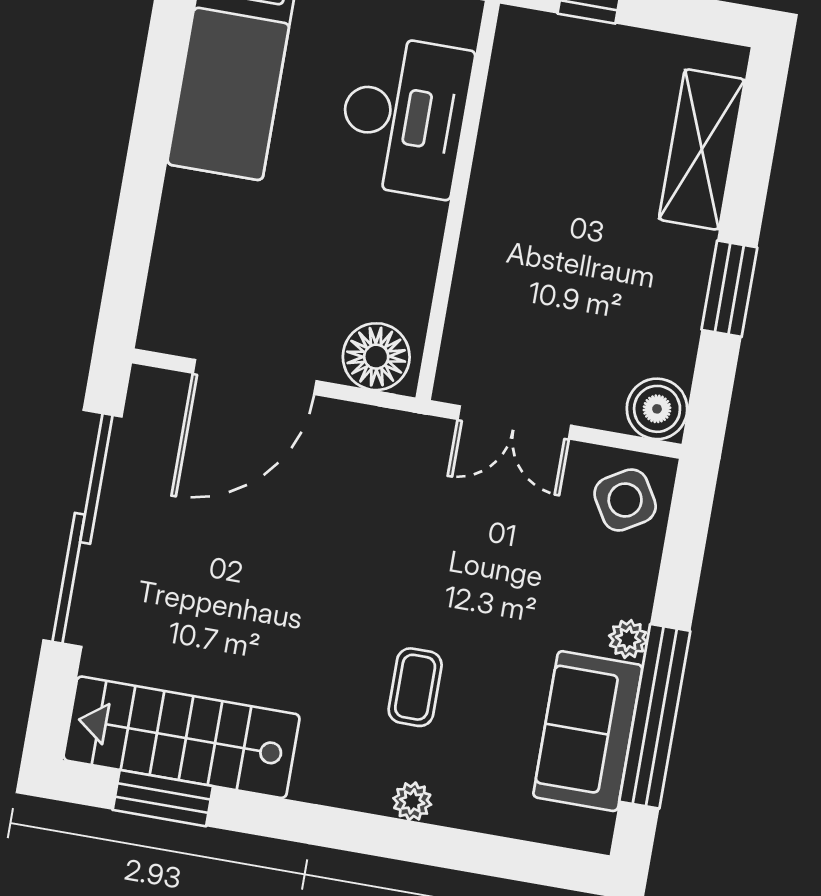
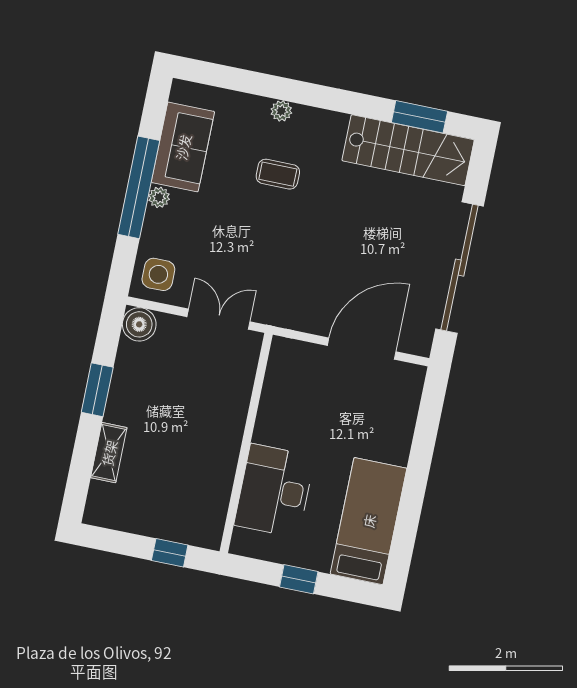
shelving: (702, 149) -> (109, 453), width x0.67, depth x0.75
floor lamp: (376, 357) -> (294, 358), removed
side table: (625, 500) -> (158, 274), turned 31
coffee table: (415, 687) -> (278, 174), turned 90
window: (655, 716) -> (139, 187), moved

